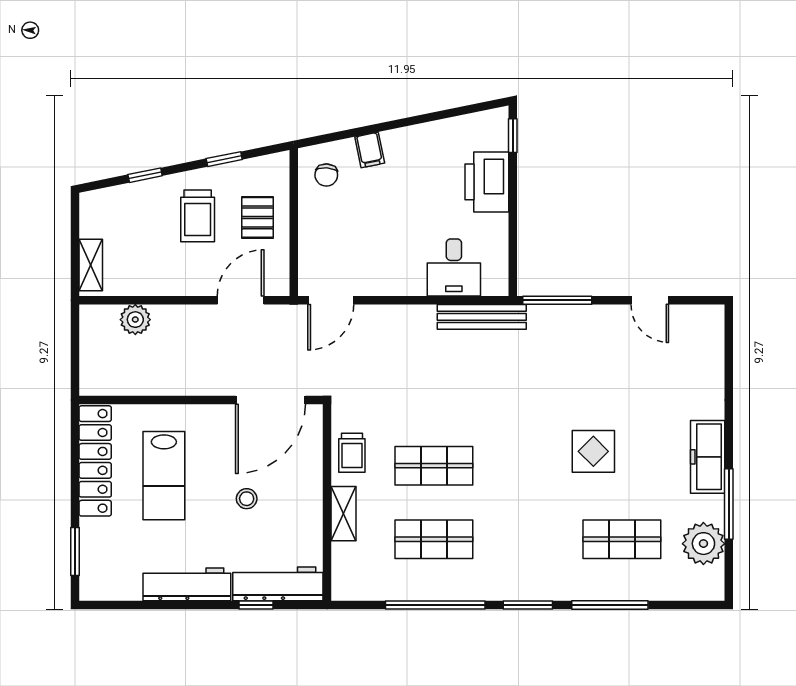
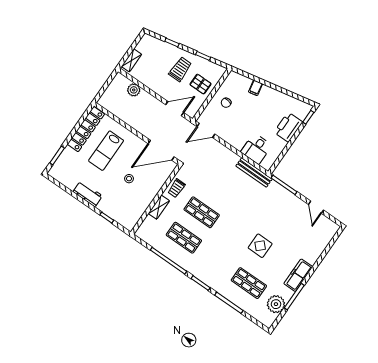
chair: (326, 175) -> (226, 103), moved
trolley: (198, 216) -> (180, 69), turned 180
pallet: (257, 217) -> (201, 84), turned 90
workbench: (187, 584) -> (88, 194), width x0.73
workbench: (278, 584) -> (119, 216), removed

